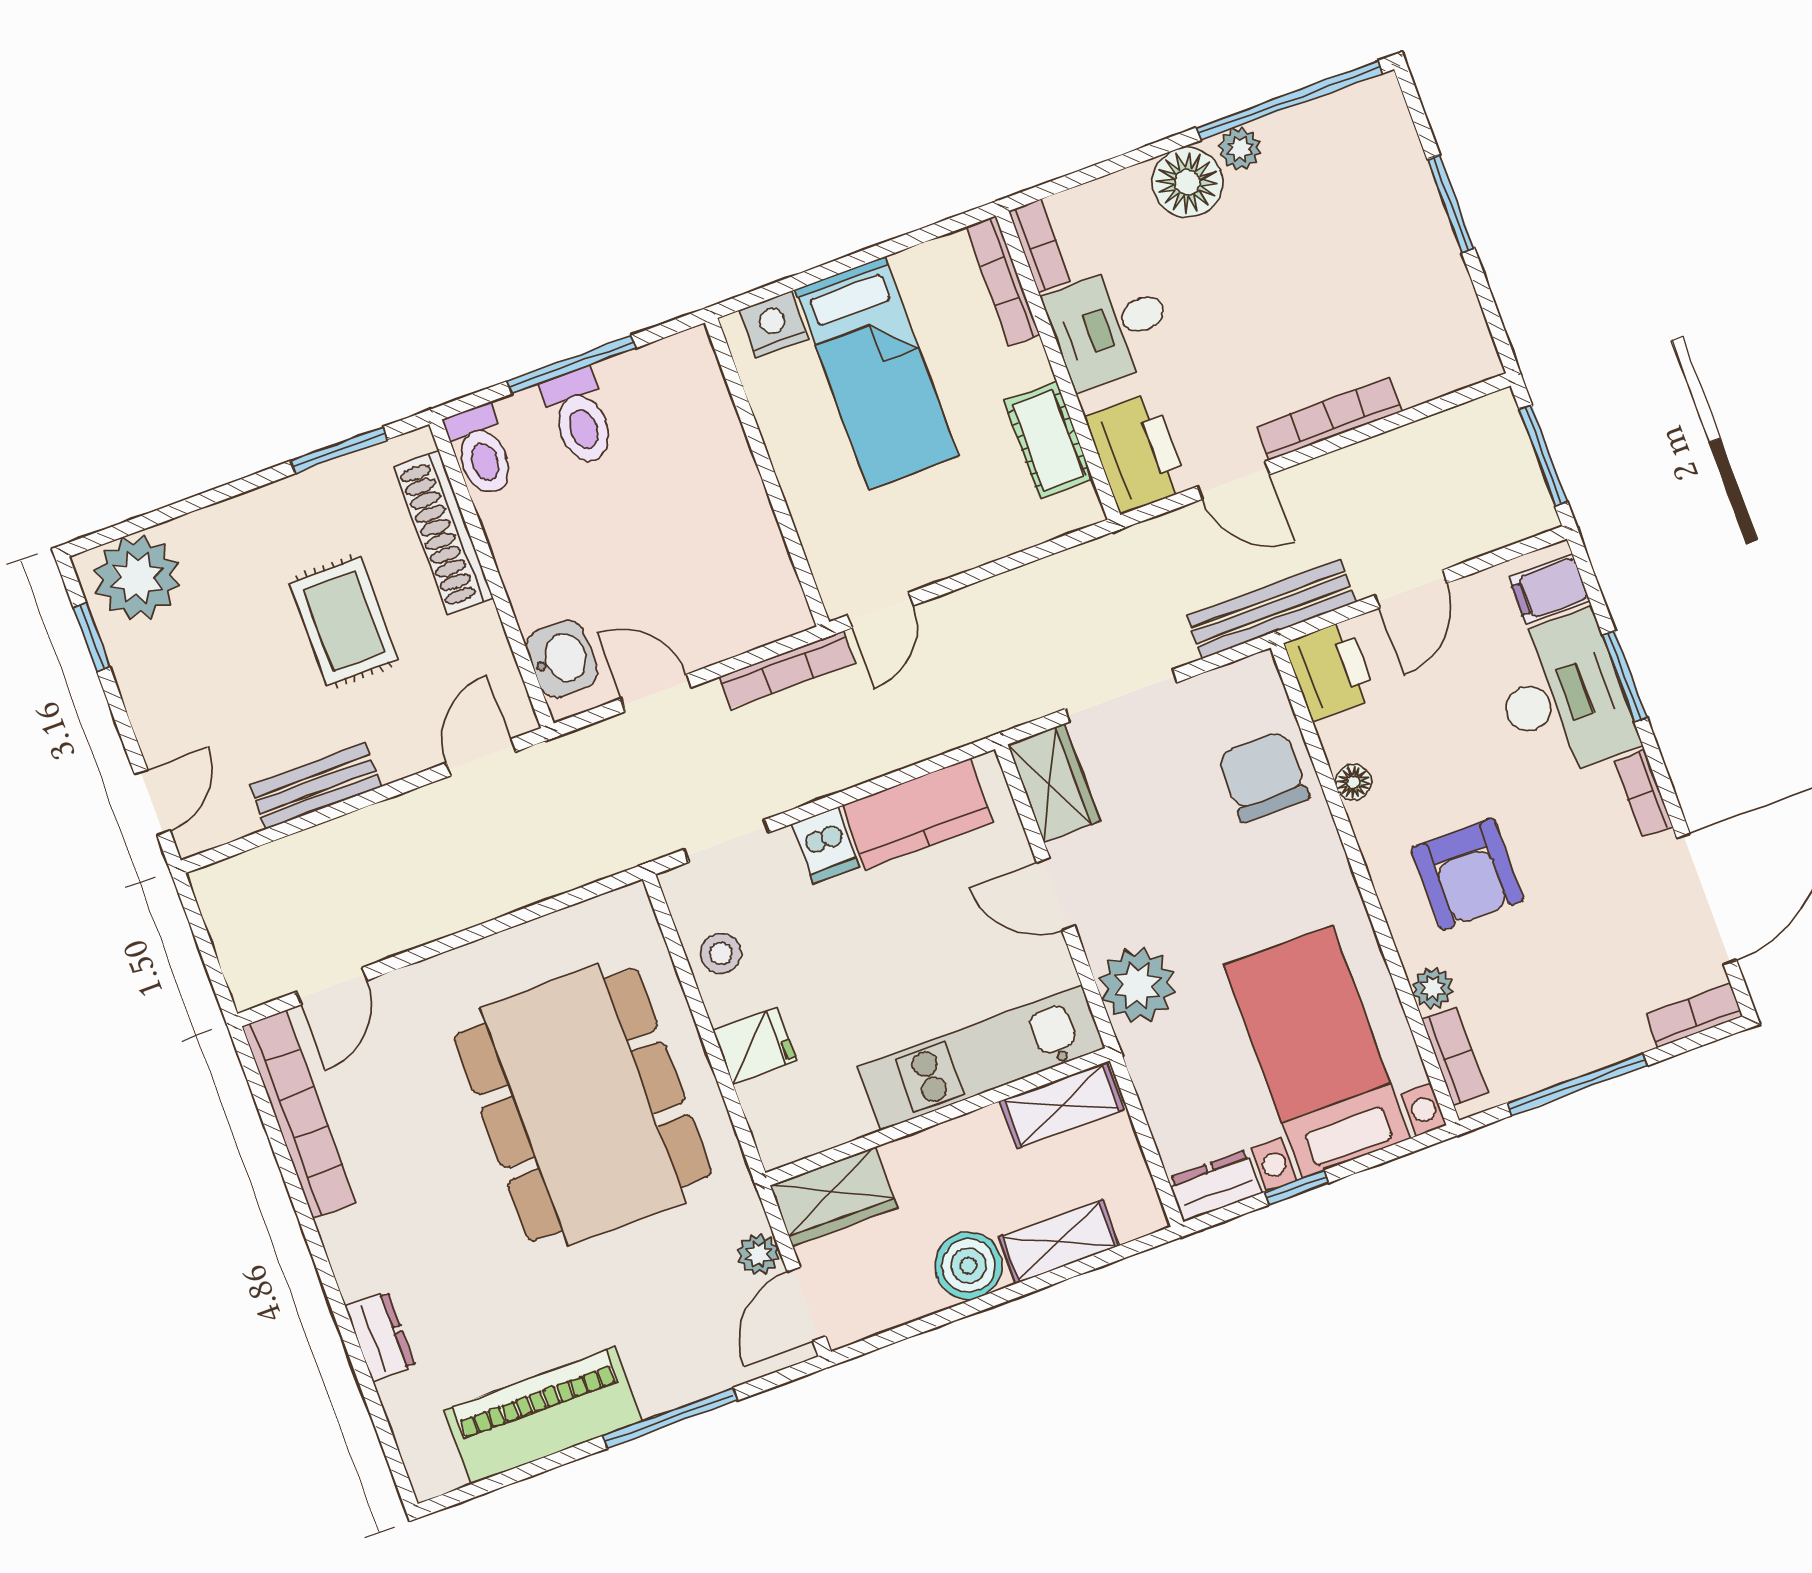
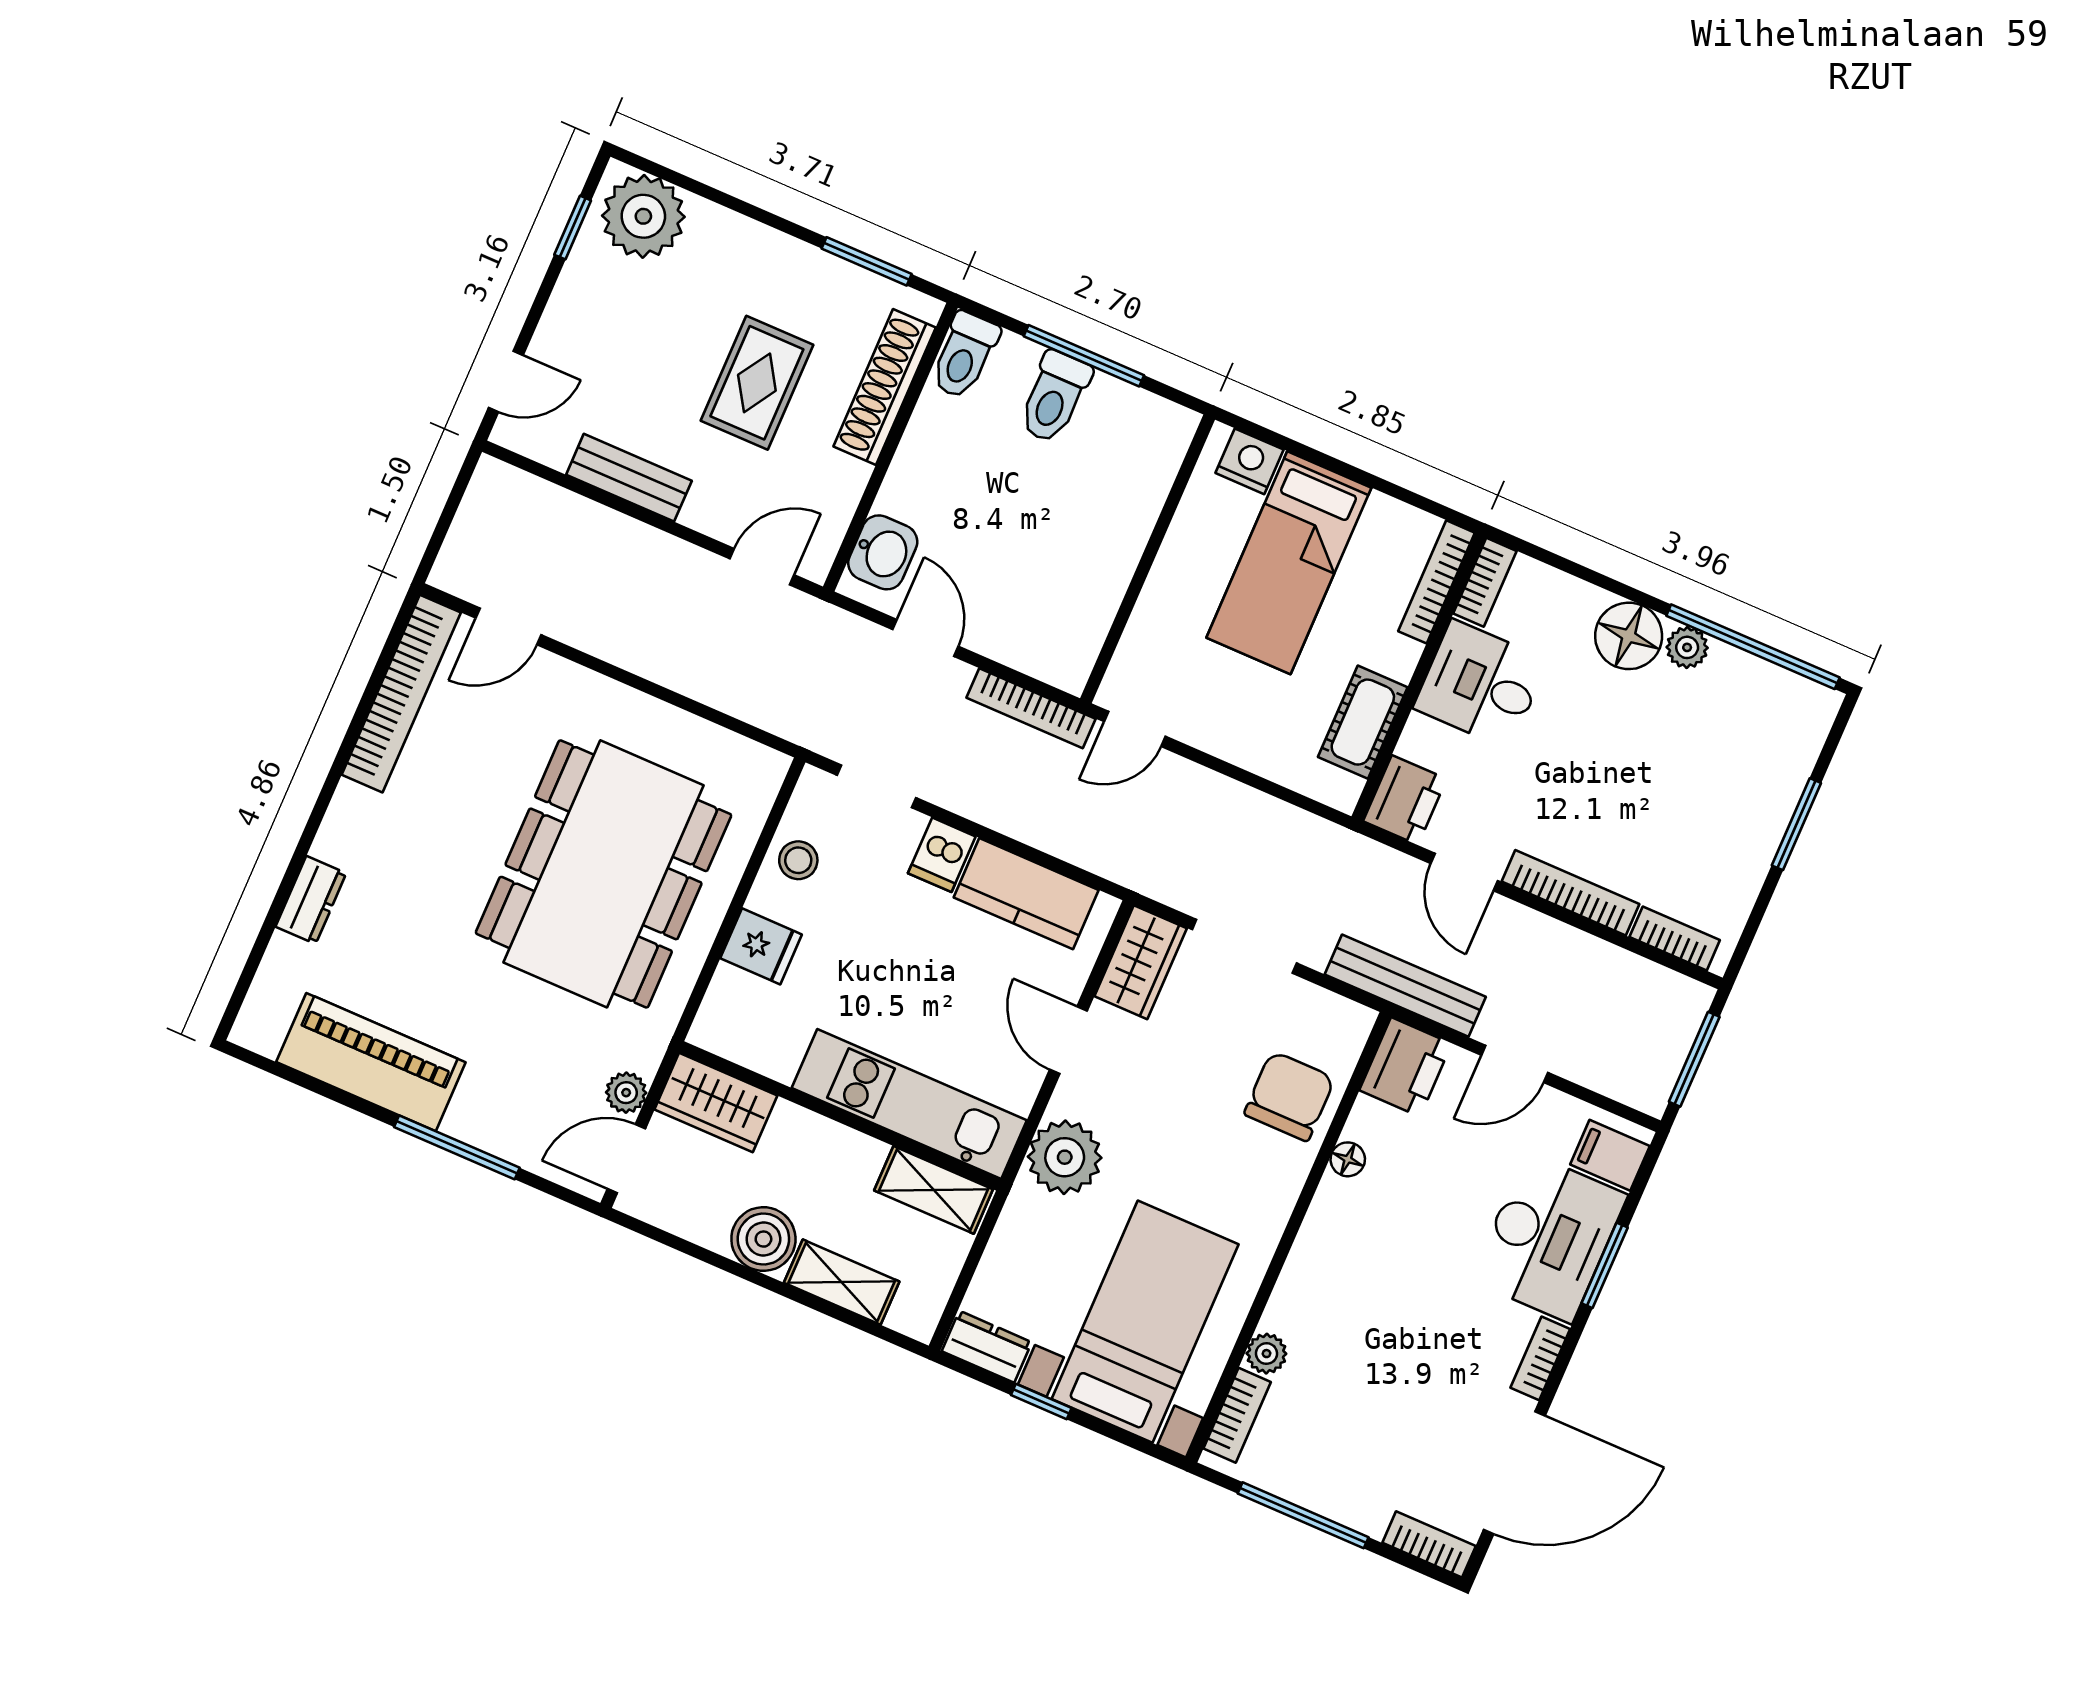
bookcase: (1441, 378) -> (1675, 939), added
printer: (1137, 453) -> (1405, 800), width x0.73, depth x0.84
armchair: (1467, 874) -> (1366, 1298), removed

